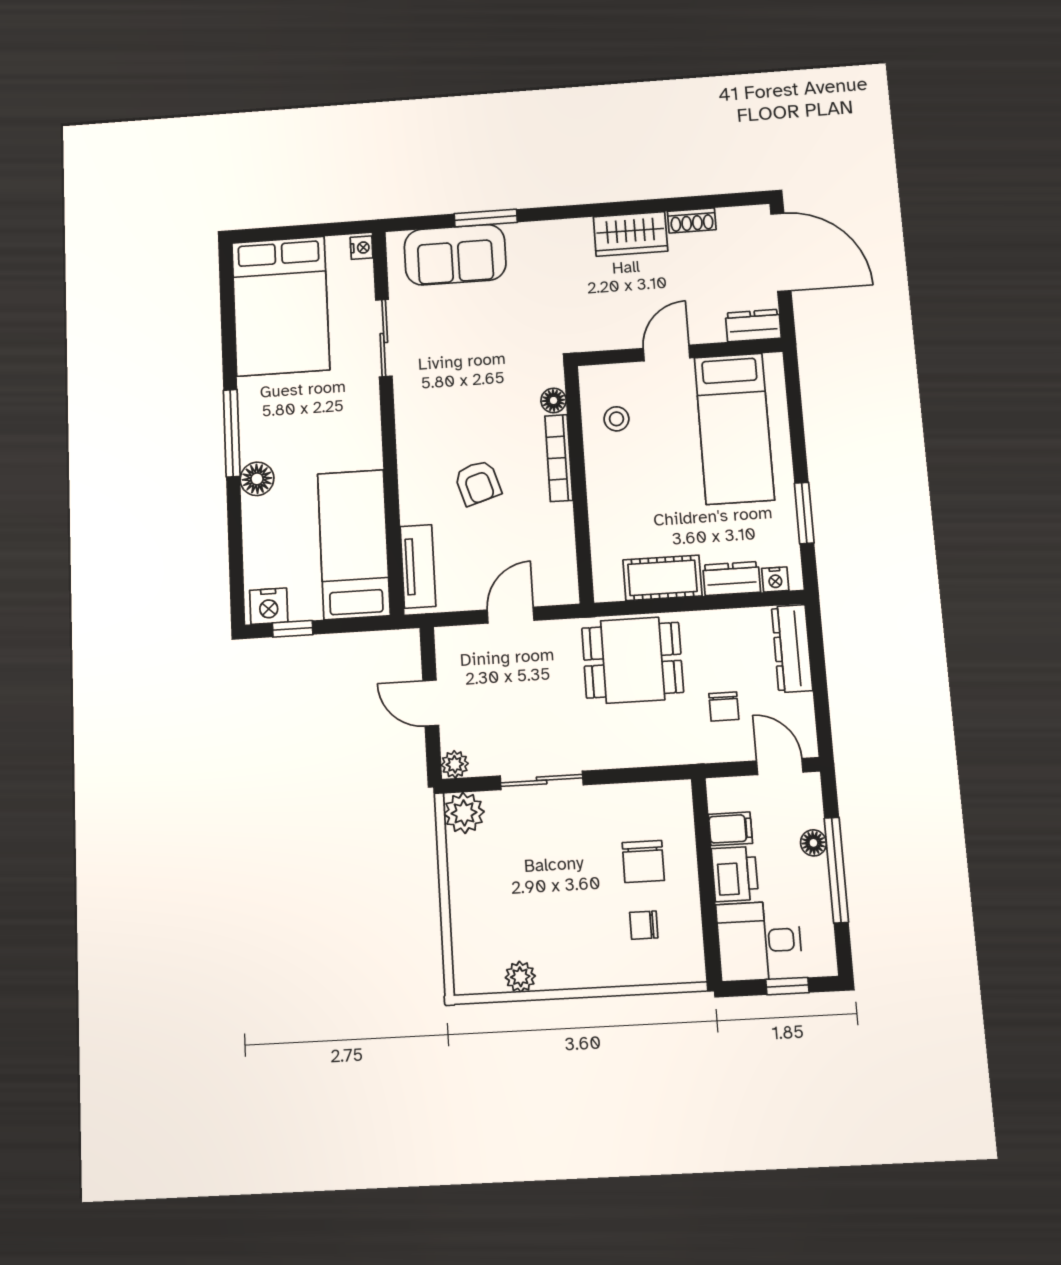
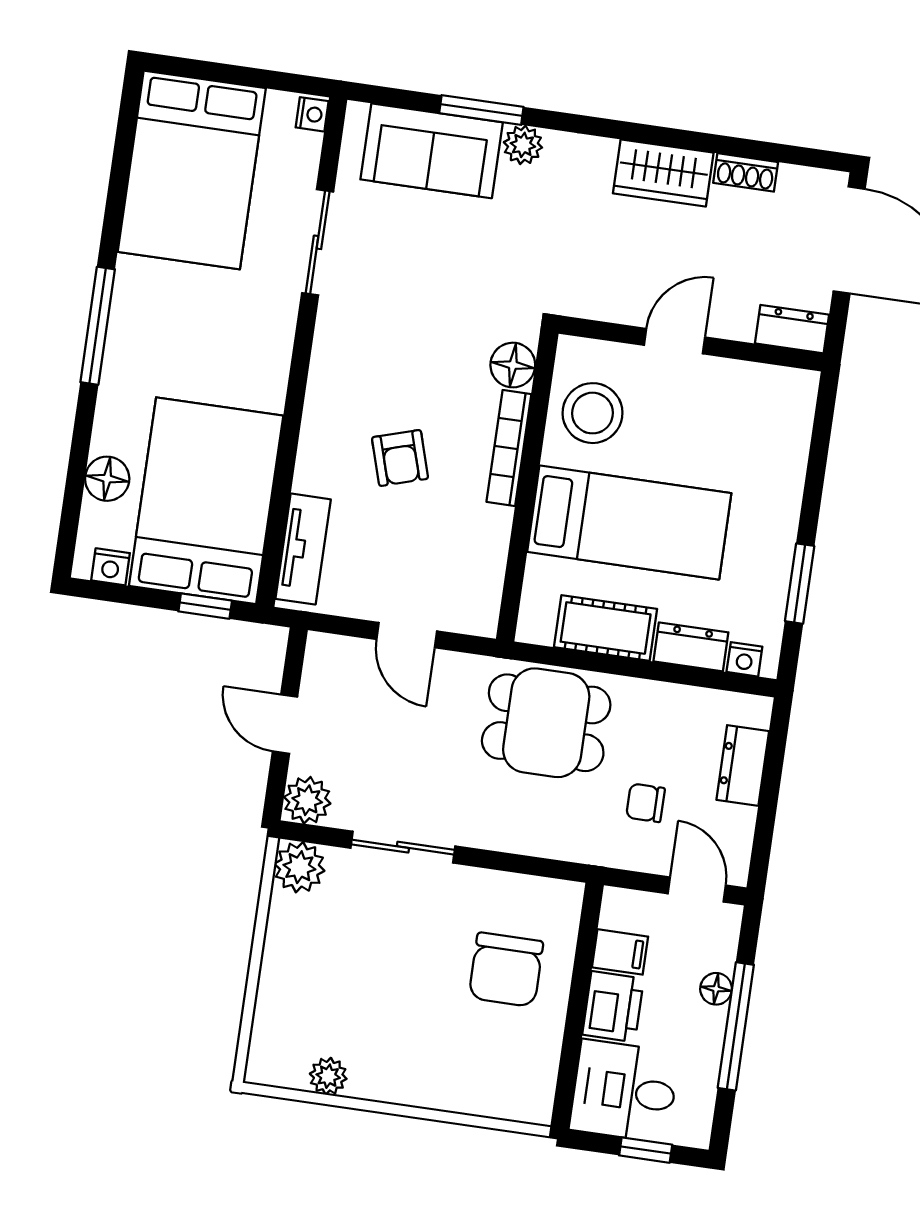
plant: (522, 236) -> (523, 145), added
floor lamp: (554, 400) -> (513, 365), width x1.37, depth x1.37
stool: (616, 419) -> (593, 413), width x1.89, depth x1.89
bed: (734, 429) -> (629, 522), moved, turned -90
floor lamp: (257, 479) -> (107, 479), moved
bed: (354, 544) -> (206, 501), width x1.50
nightstand: (269, 606) -> (110, 567), width x0.72, depth x0.74
door: (511, 615) -> (407, 635), swing flipped
window: (293, 629) -> (205, 606), moved
dresser: (792, 649) -> (743, 765), width x0.70
chair: (724, 706) -> (645, 803), turned 90
plant: (455, 764) -> (307, 800), width x1.38, depth x1.38
chair: (643, 861) -> (506, 970), width x1.37, depth x1.37
chair: (644, 925) -> (490, 1045), removed

